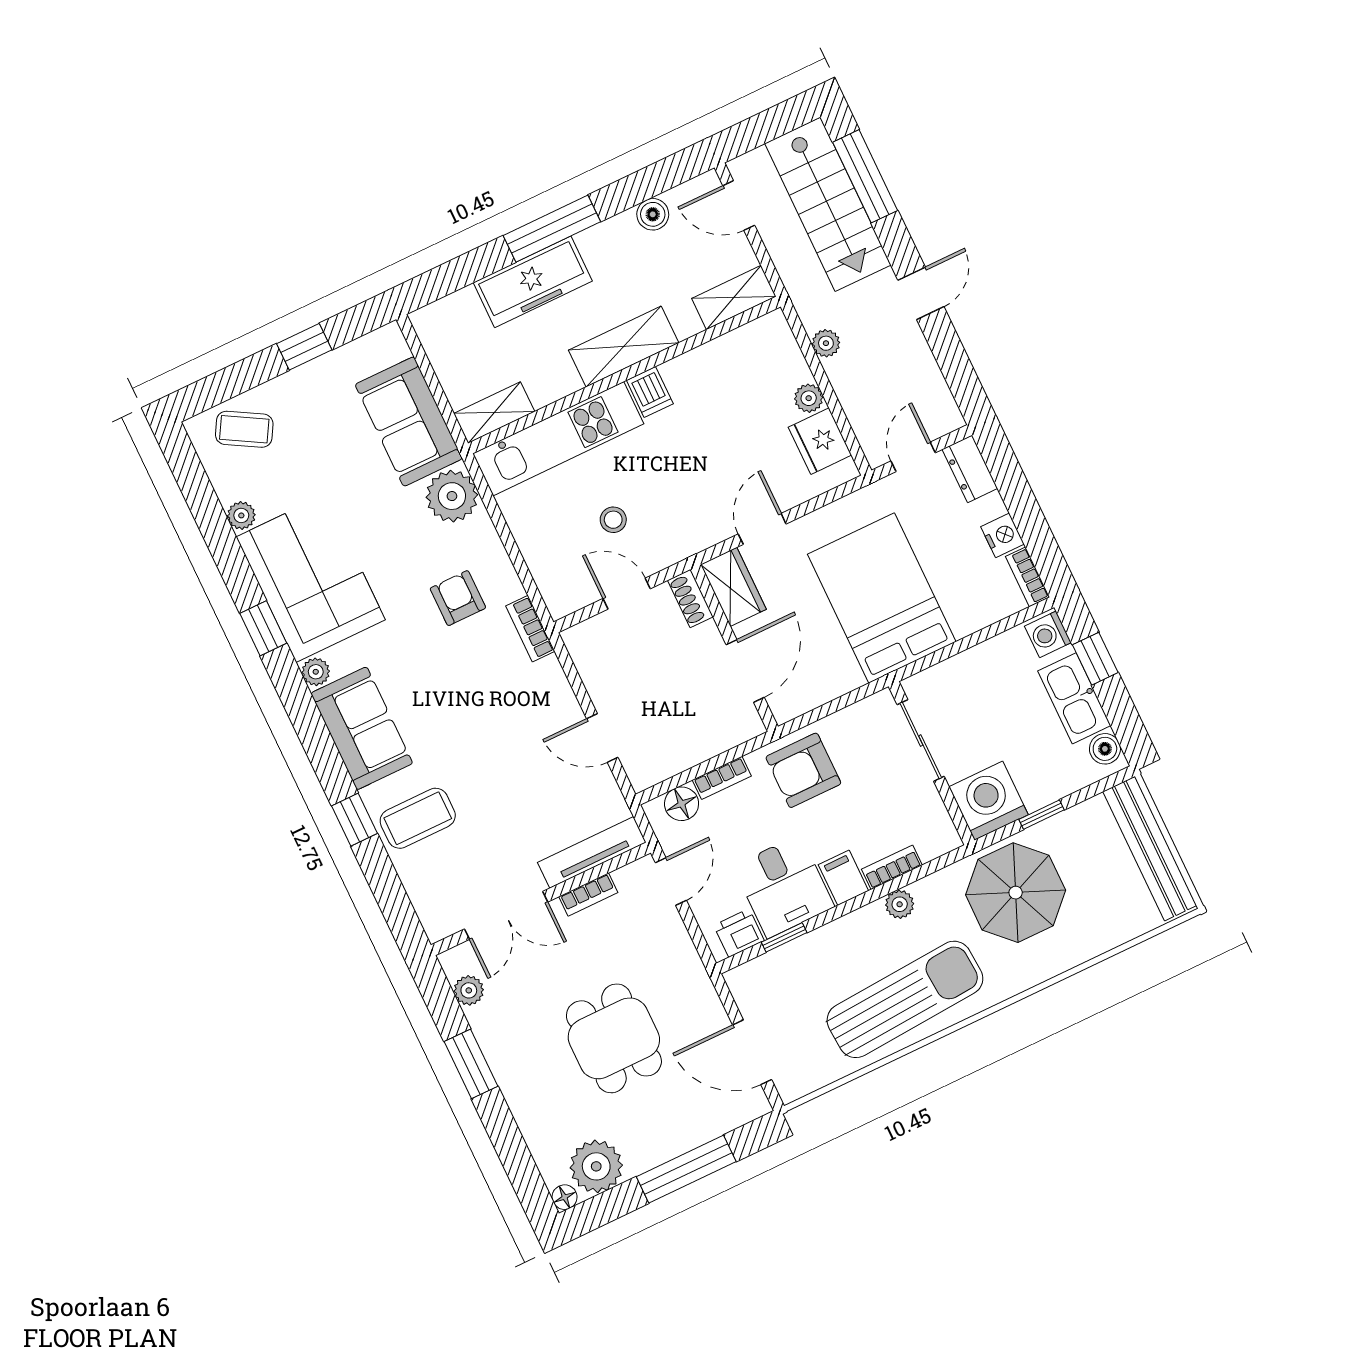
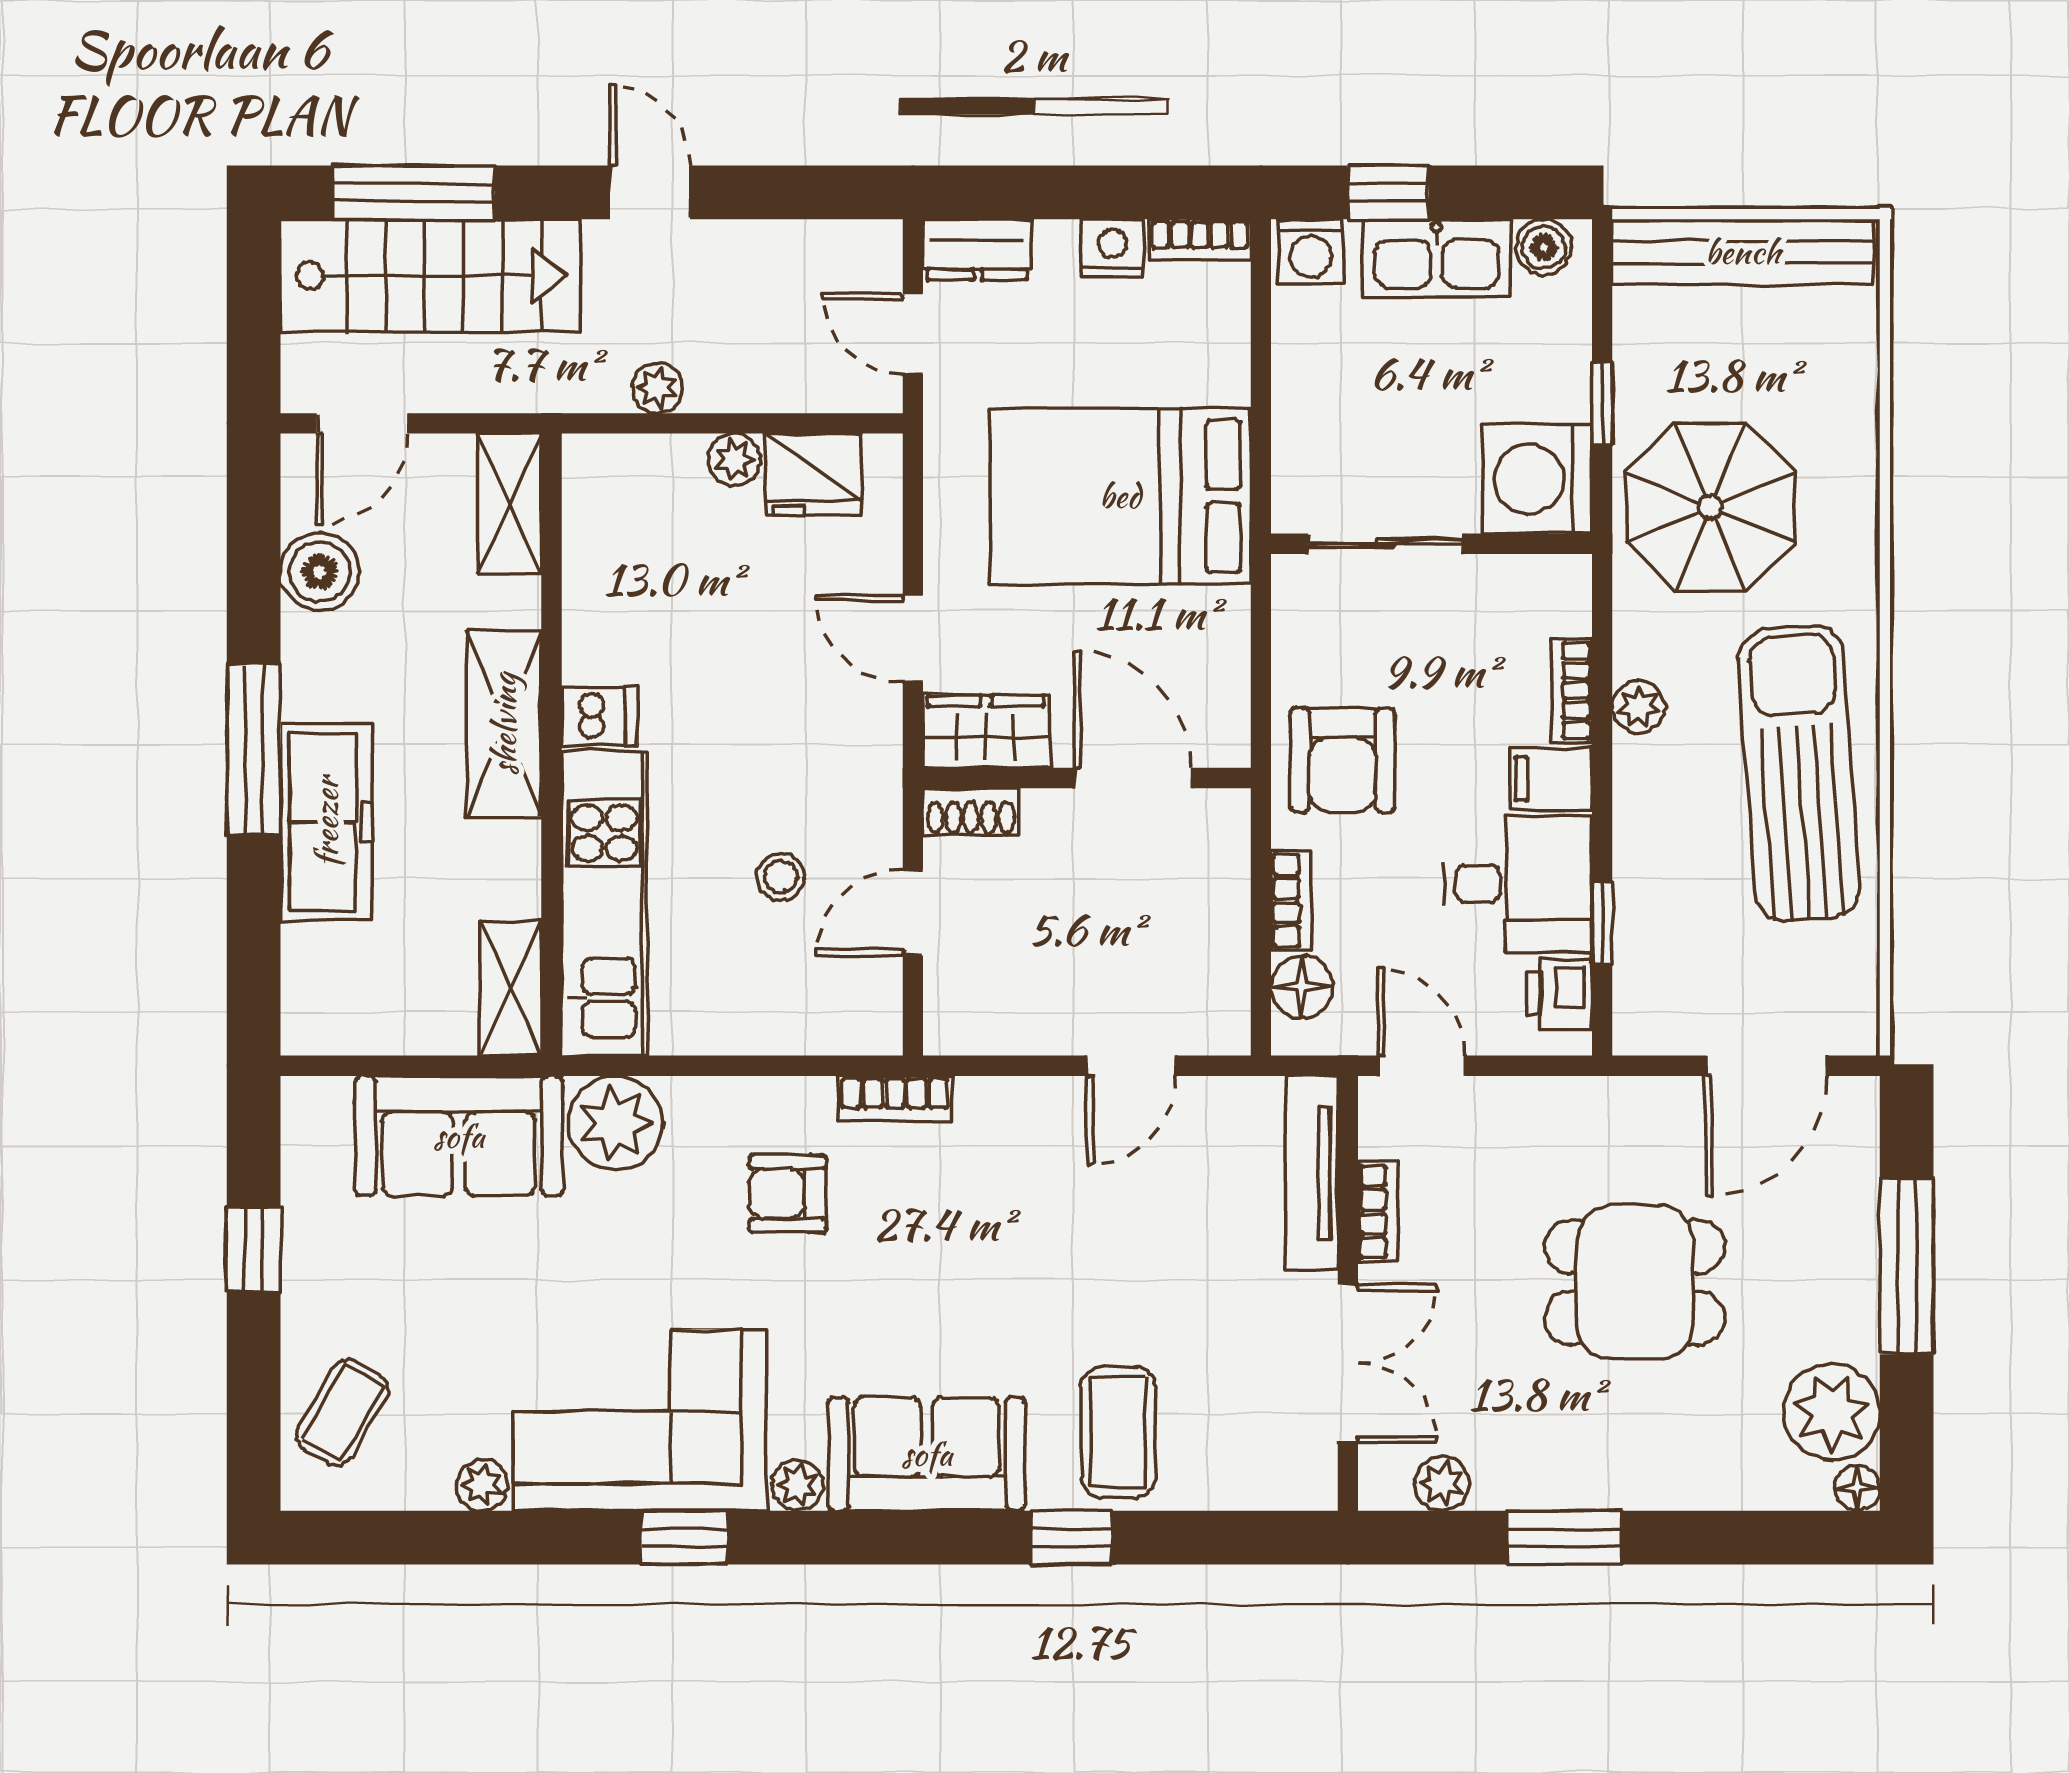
boiler: (653, 214) -> (320, 572), width x1.36, depth x1.36

